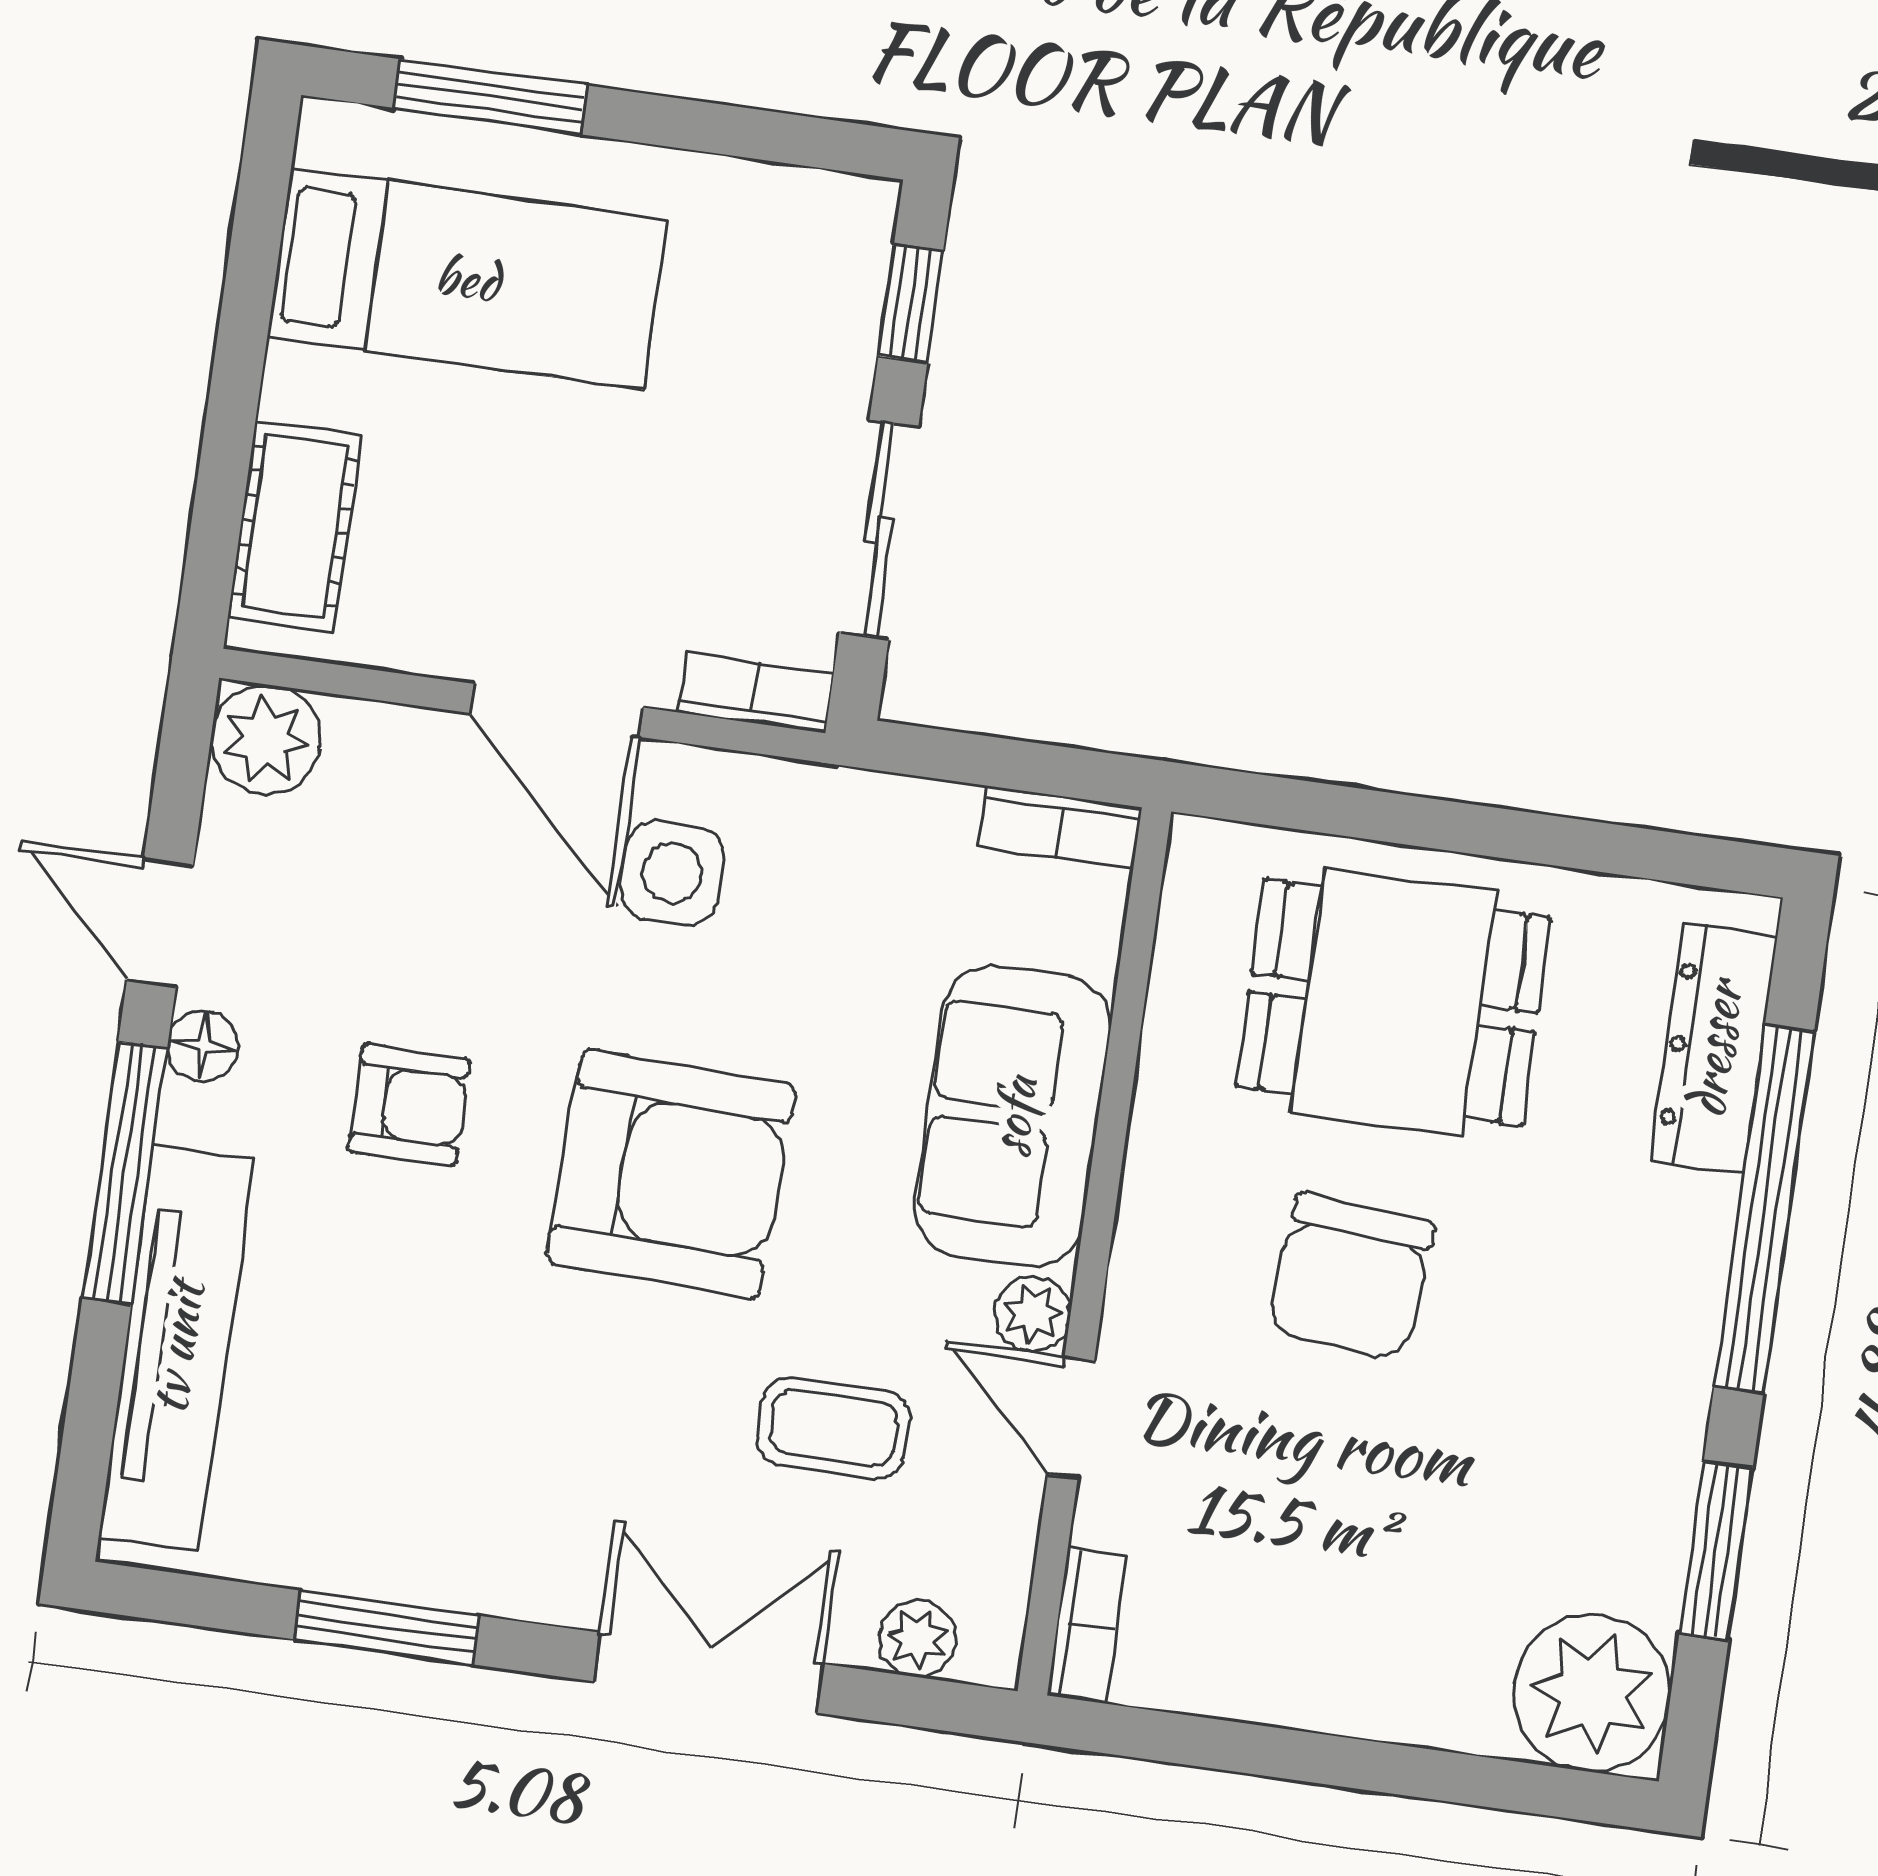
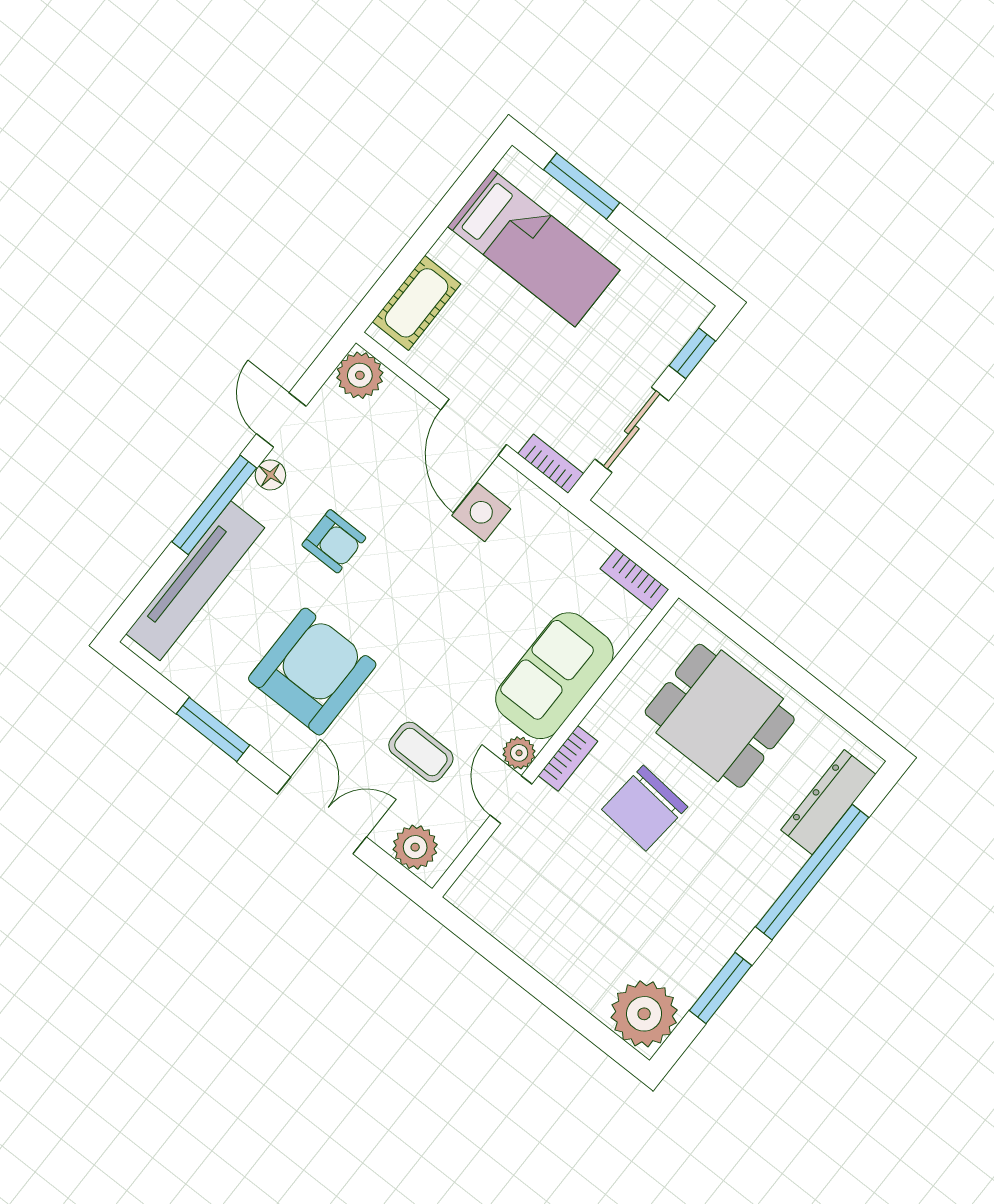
armchair: (671, 1174) -> (312, 672), moved, turned -92
bookcase: (1087, 1626) -> (568, 758), moved
plant: (918, 1639) -> (415, 847), width x1.38, depth x1.38

